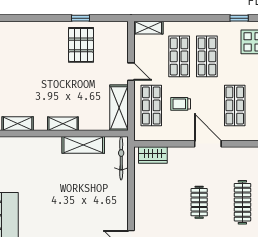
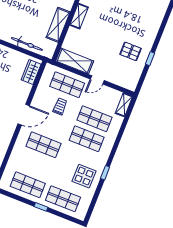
pallet: (81, 45) -> (131, 51), width x0.67, depth x0.71
bicycle: (121, 158) -> (27, 44), moved

